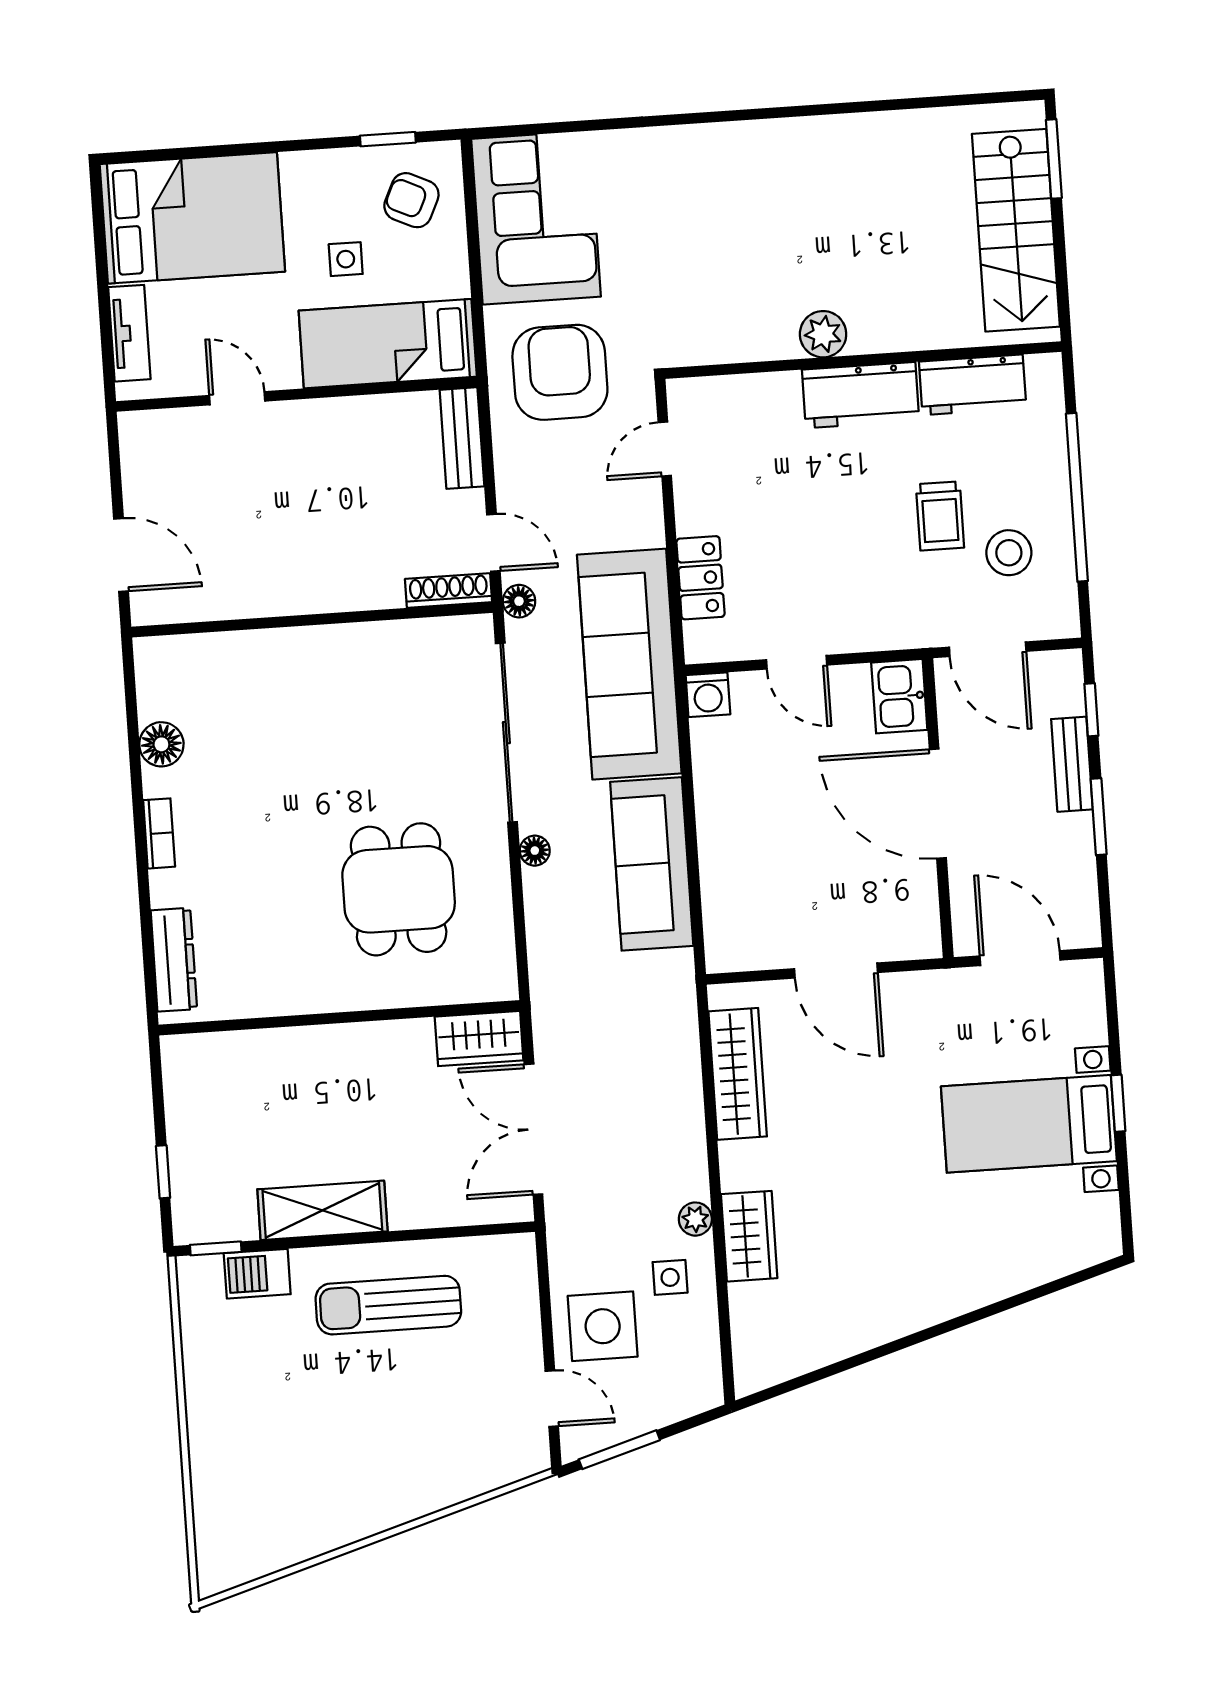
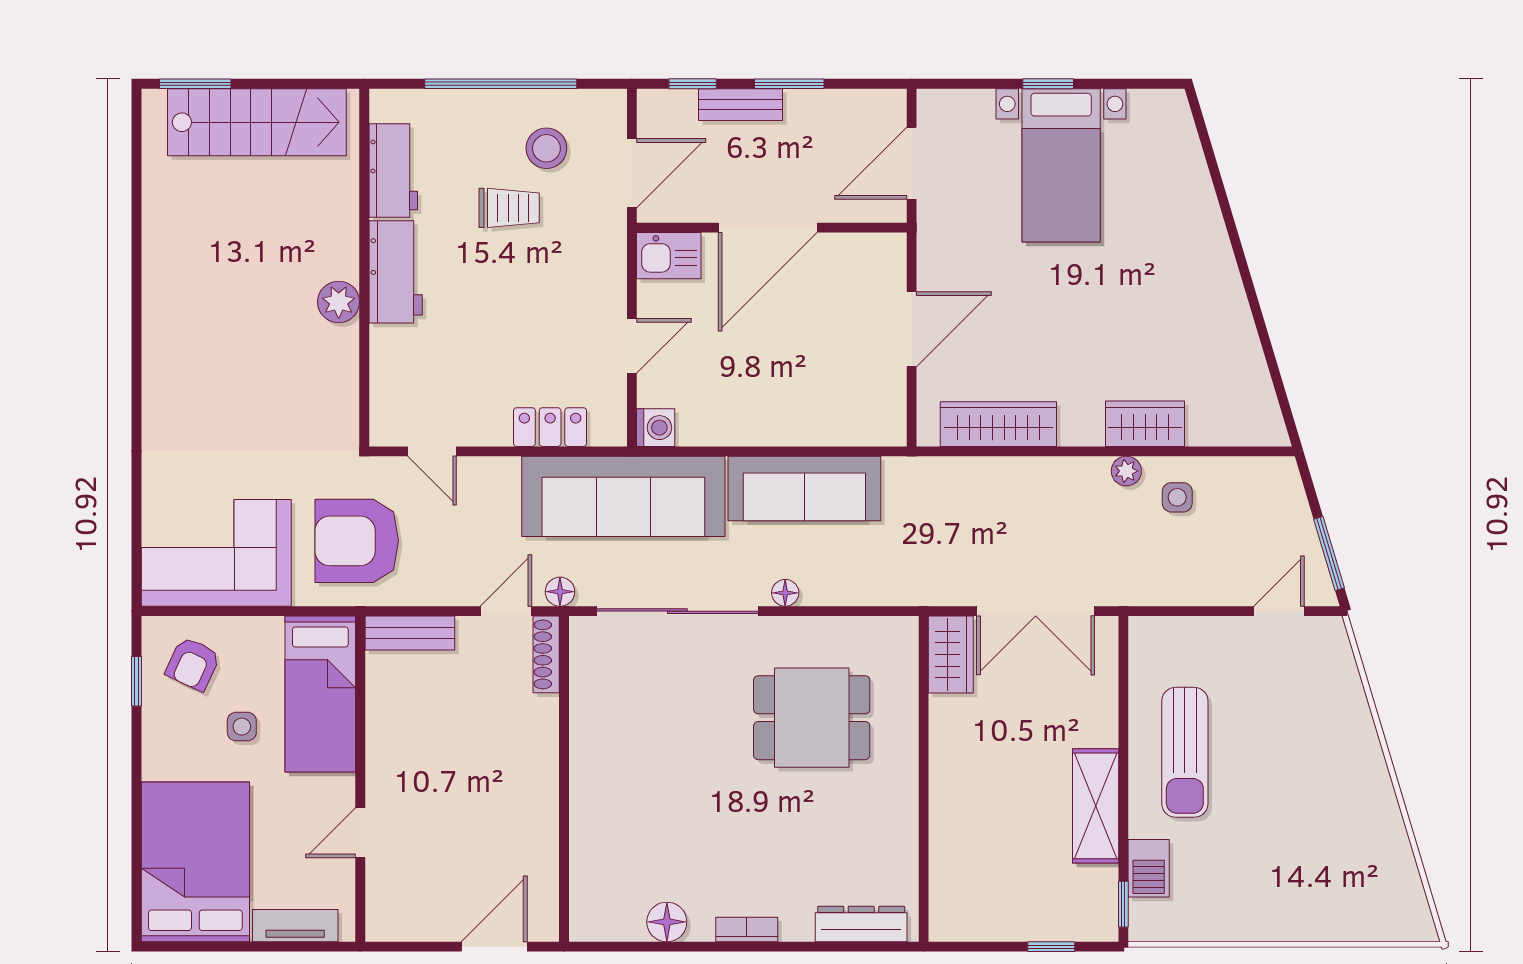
side table: (603, 1326) -> (1217, 561), removed

